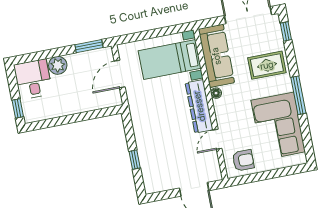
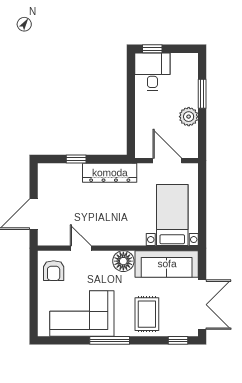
window: (89, 46) -> (202, 94), moved
plant: (58, 65) -> (189, 117), moved
desk: (33, 79) -> (152, 72), moved, turned -90
floor lamp: (216, 93) -> (123, 261), width x1.89, depth x1.89
dresser: (199, 106) -> (110, 173), moved, turned 180

